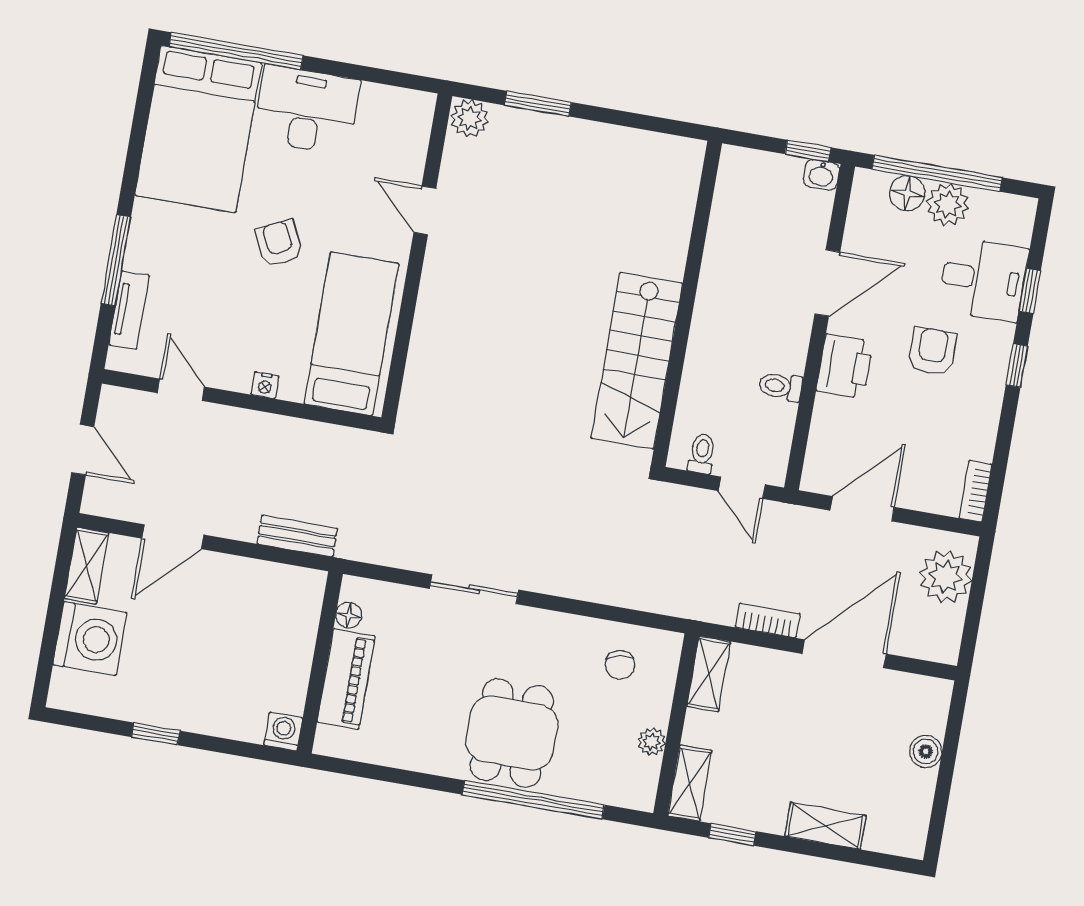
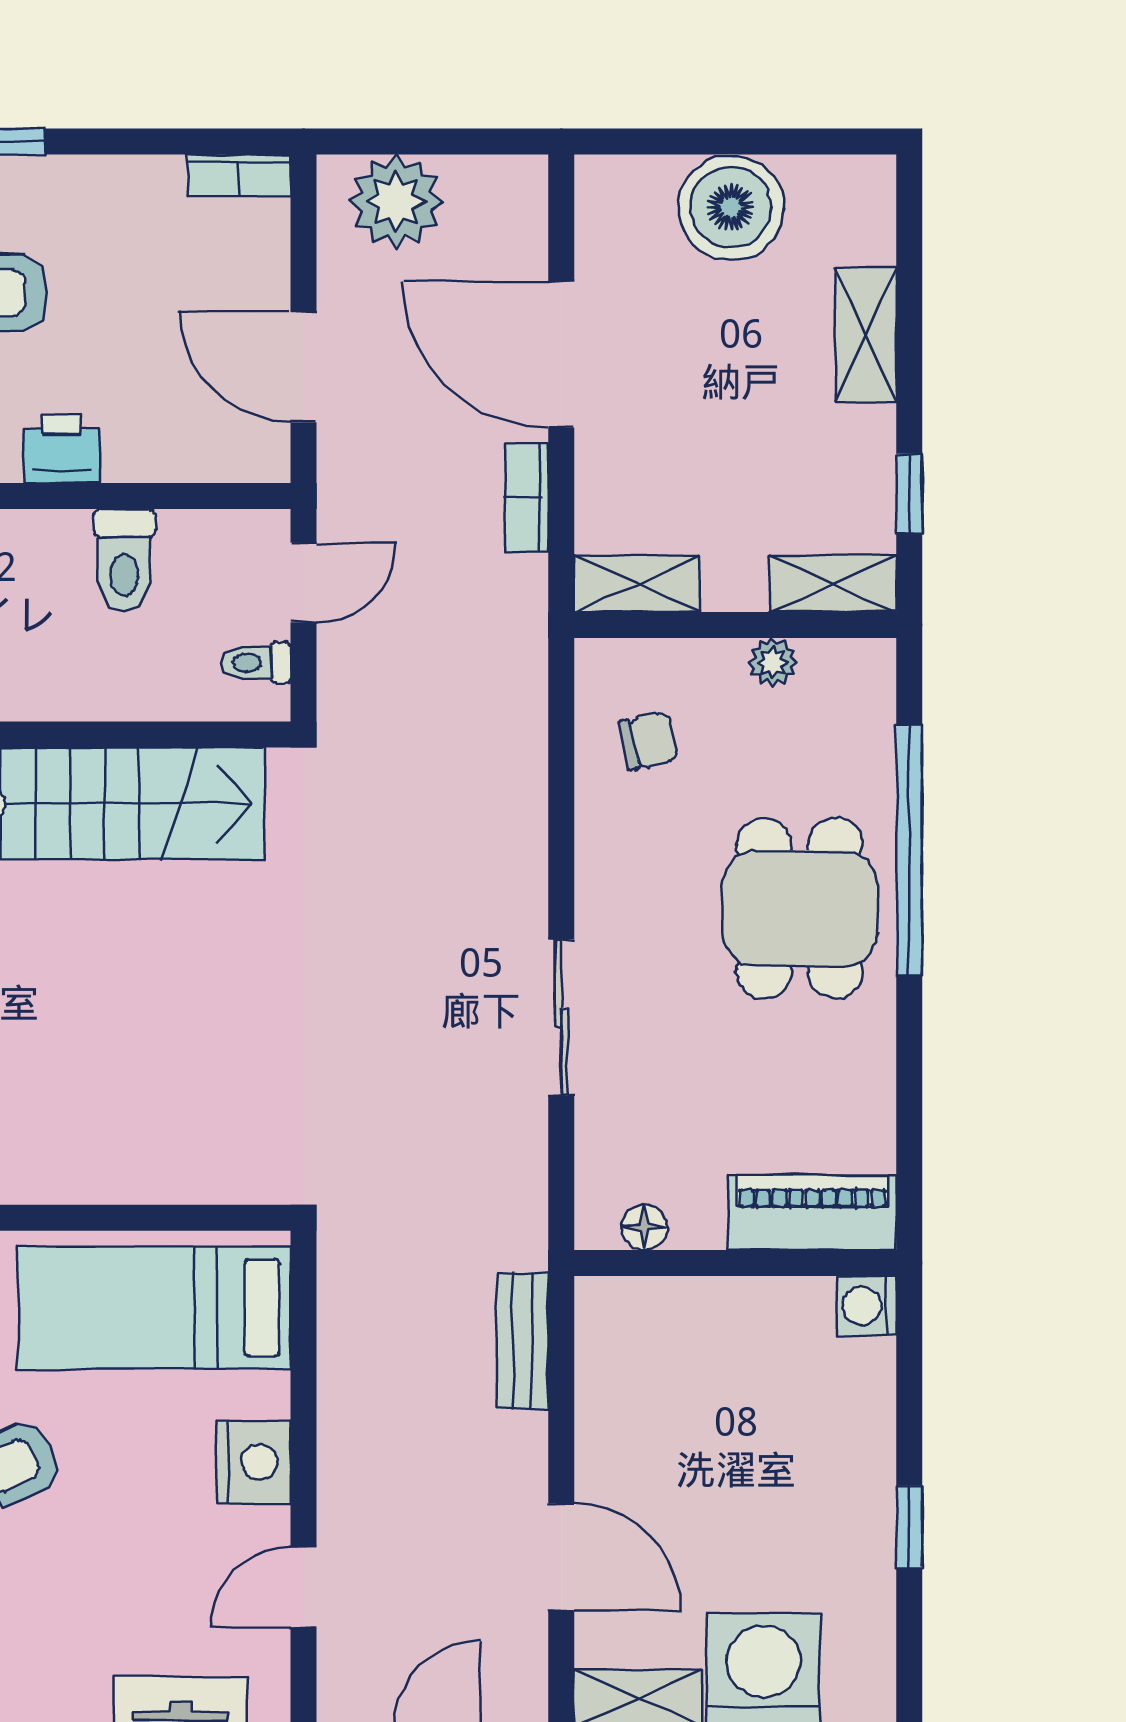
printer: (845, 366) -> (61, 449), width x0.73, depth x0.81
nightstand: (265, 385) -> (254, 1462), width x1.89, depth x1.79
toilet: (780, 386) -> (124, 560), width x1.37, depth x1.39
piano: (346, 679) -> (812, 1213), moved
dining table: (512, 733) -> (800, 908), turned 90
boiler: (926, 751) -> (731, 207), width x1.86, depth x1.86

